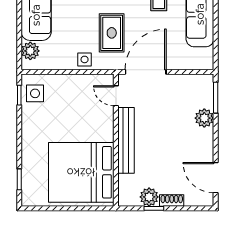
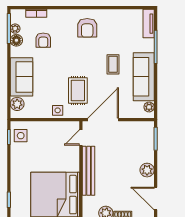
plant: (207, 55) -> (149, 107), added
door: (116, 96) -> (81, 137), hinge flipped
plant: (204, 118) -> (147, 170), moved

